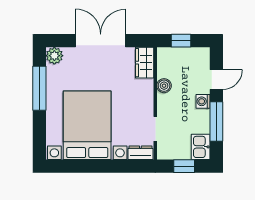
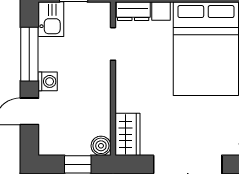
boiler: (164, 86) -> (101, 146), moved

